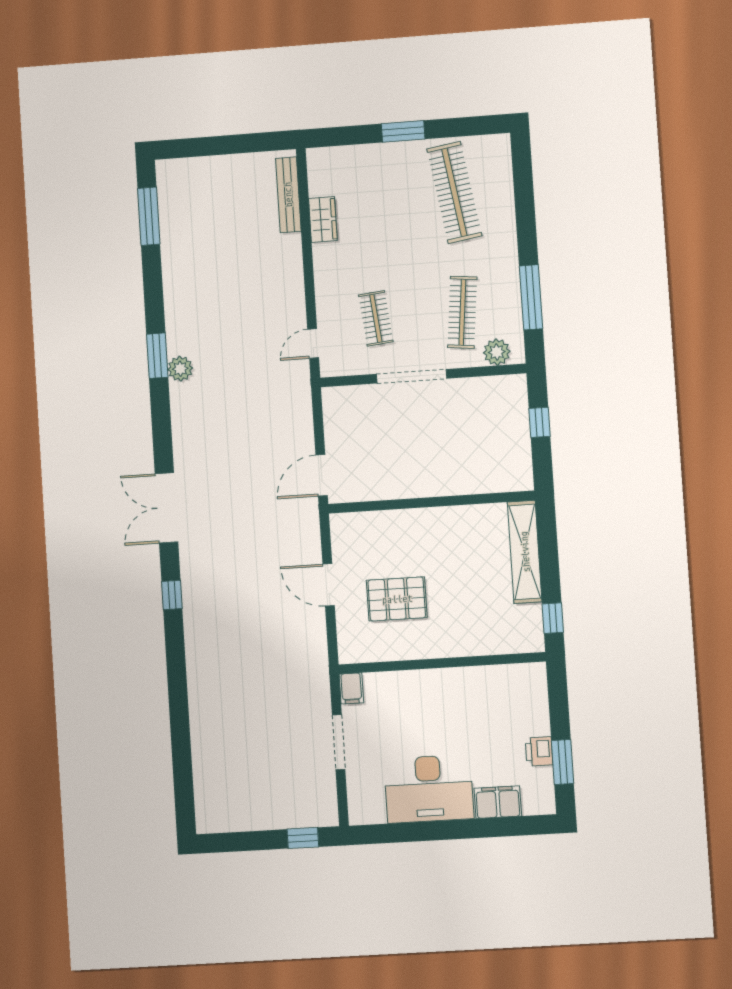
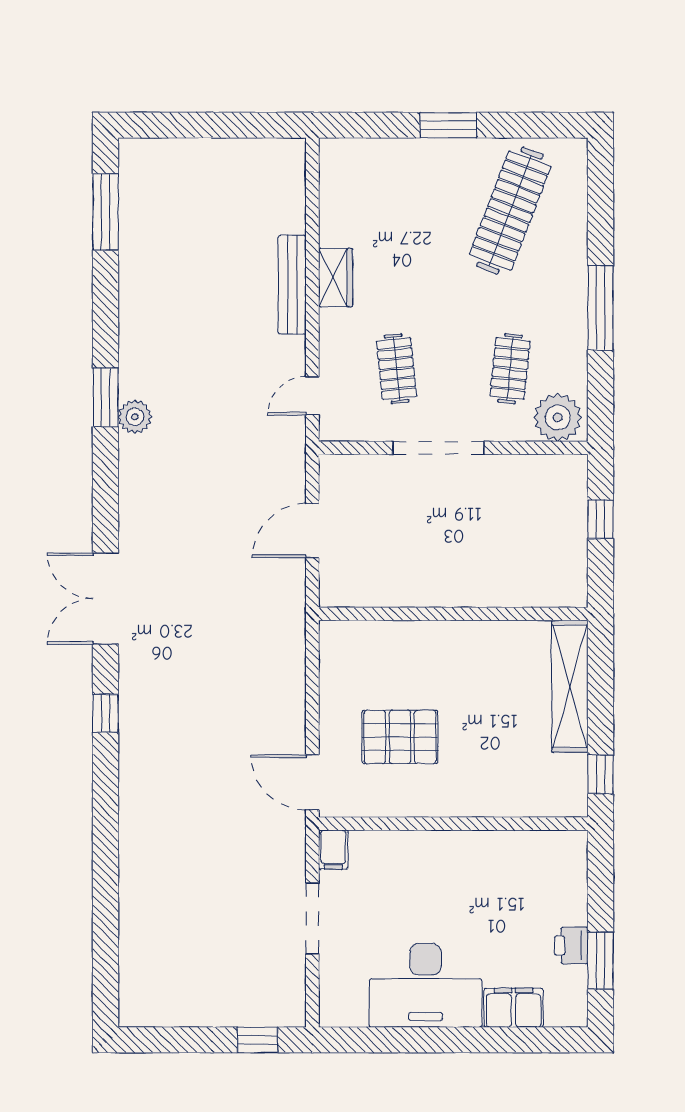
clothes rail: (454, 192) -> (510, 211), turned 30
bench: (288, 195) -> (292, 285), moved
wardrobe: (323, 219) -> (336, 278), moved
window: (531, 297) -> (601, 308), moved
clothes rail: (462, 312) -> (510, 369), width x0.73
plant: (497, 352) -> (558, 417), width x1.36, depth x1.36
door: (322, 475) -> (312, 531), moved
door: (329, 585) -> (312, 782), moved

